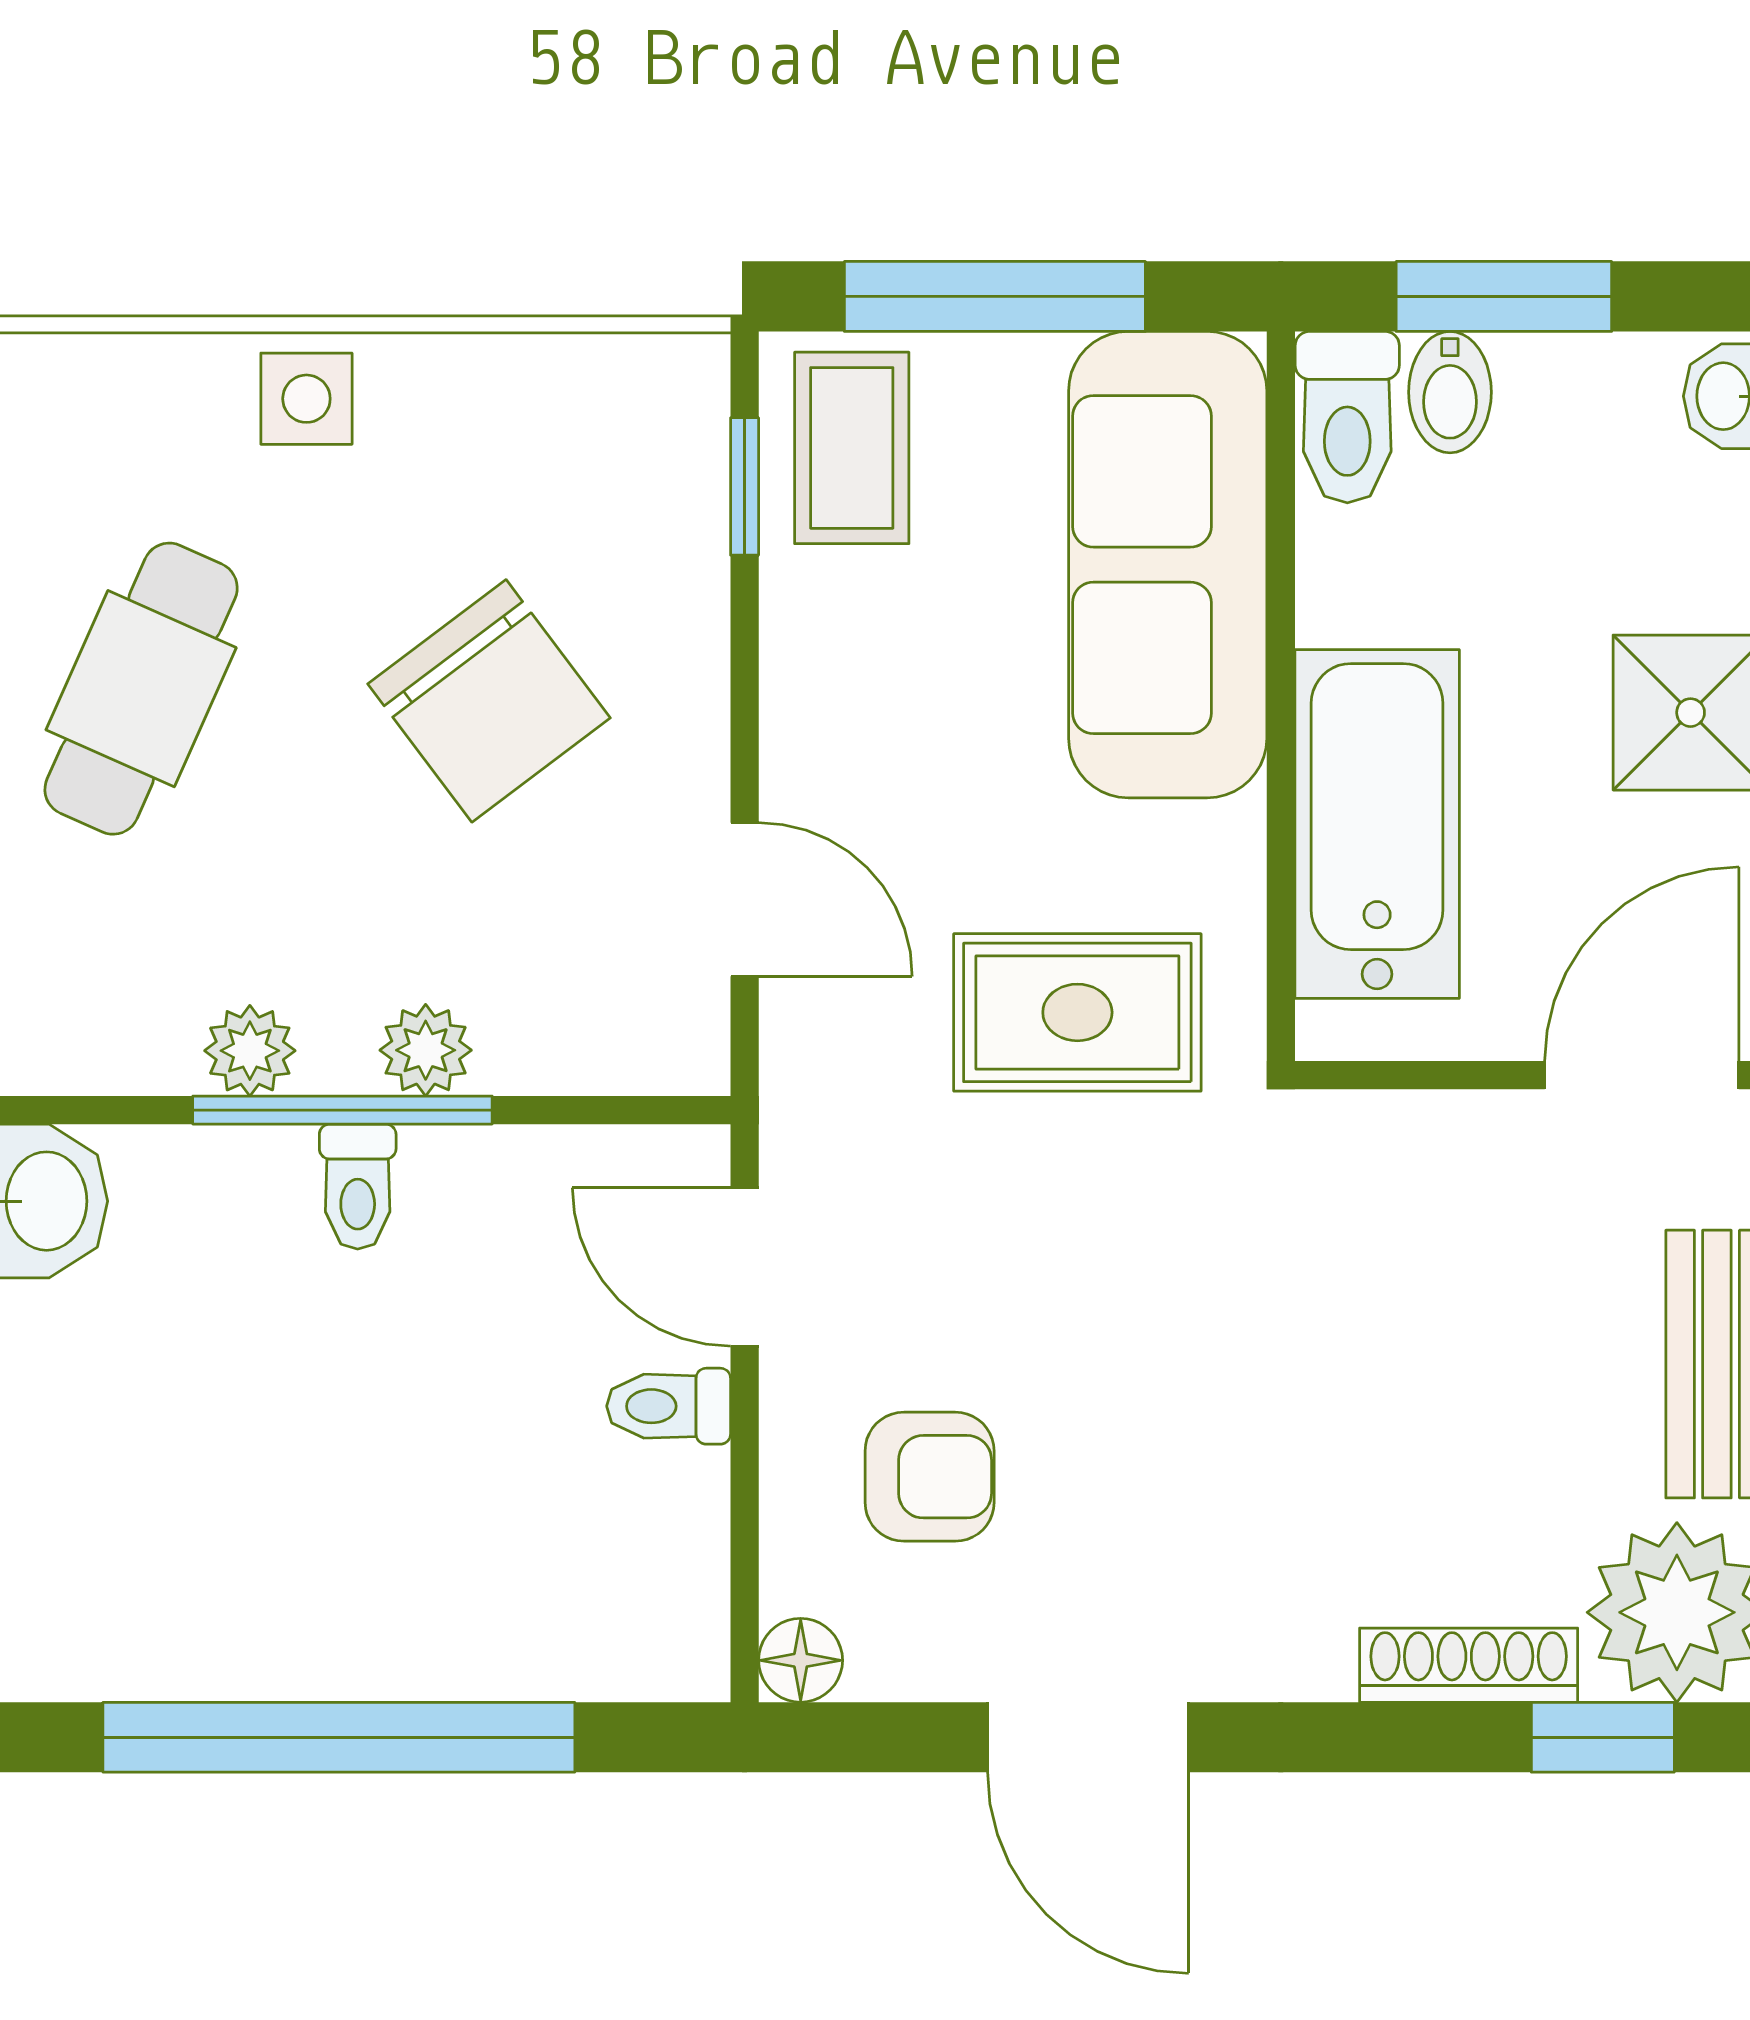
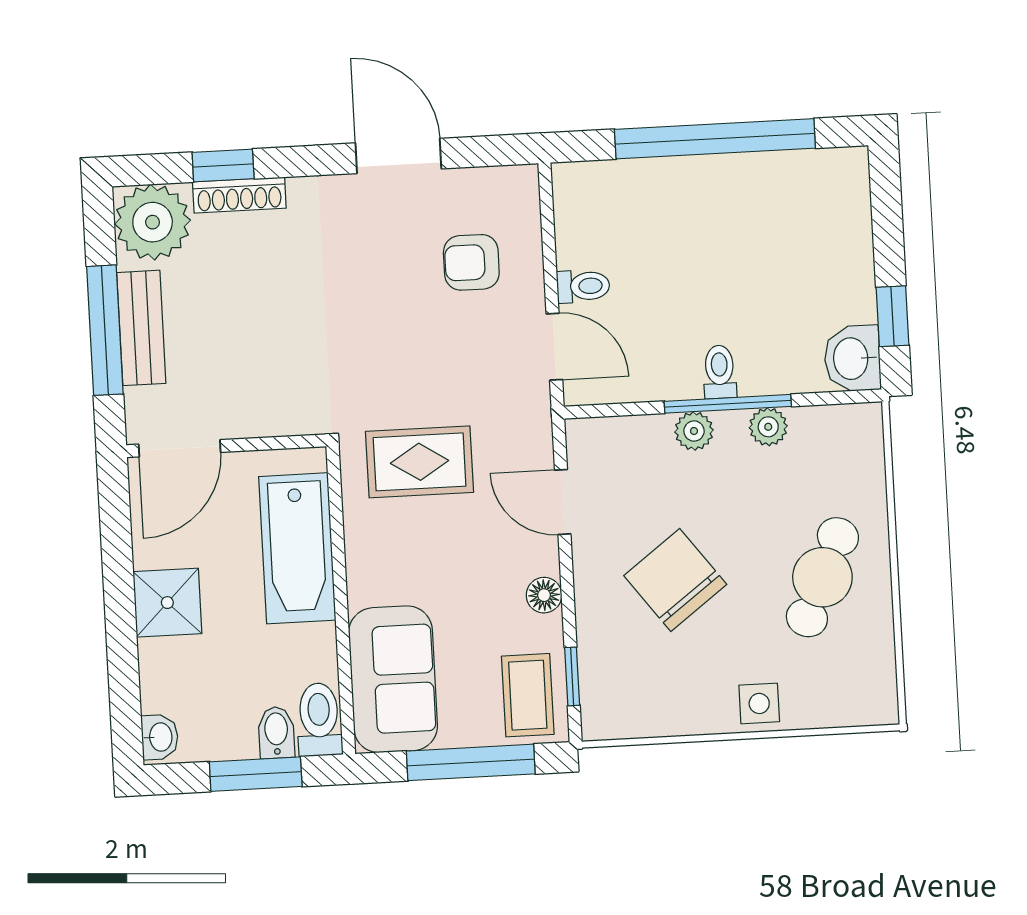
sofa: (1168, 565) -> (393, 679), width x0.73
floor lamp: (801, 1660) -> (544, 595), moved
window: (1603, 1737) -> (223, 165), moved

